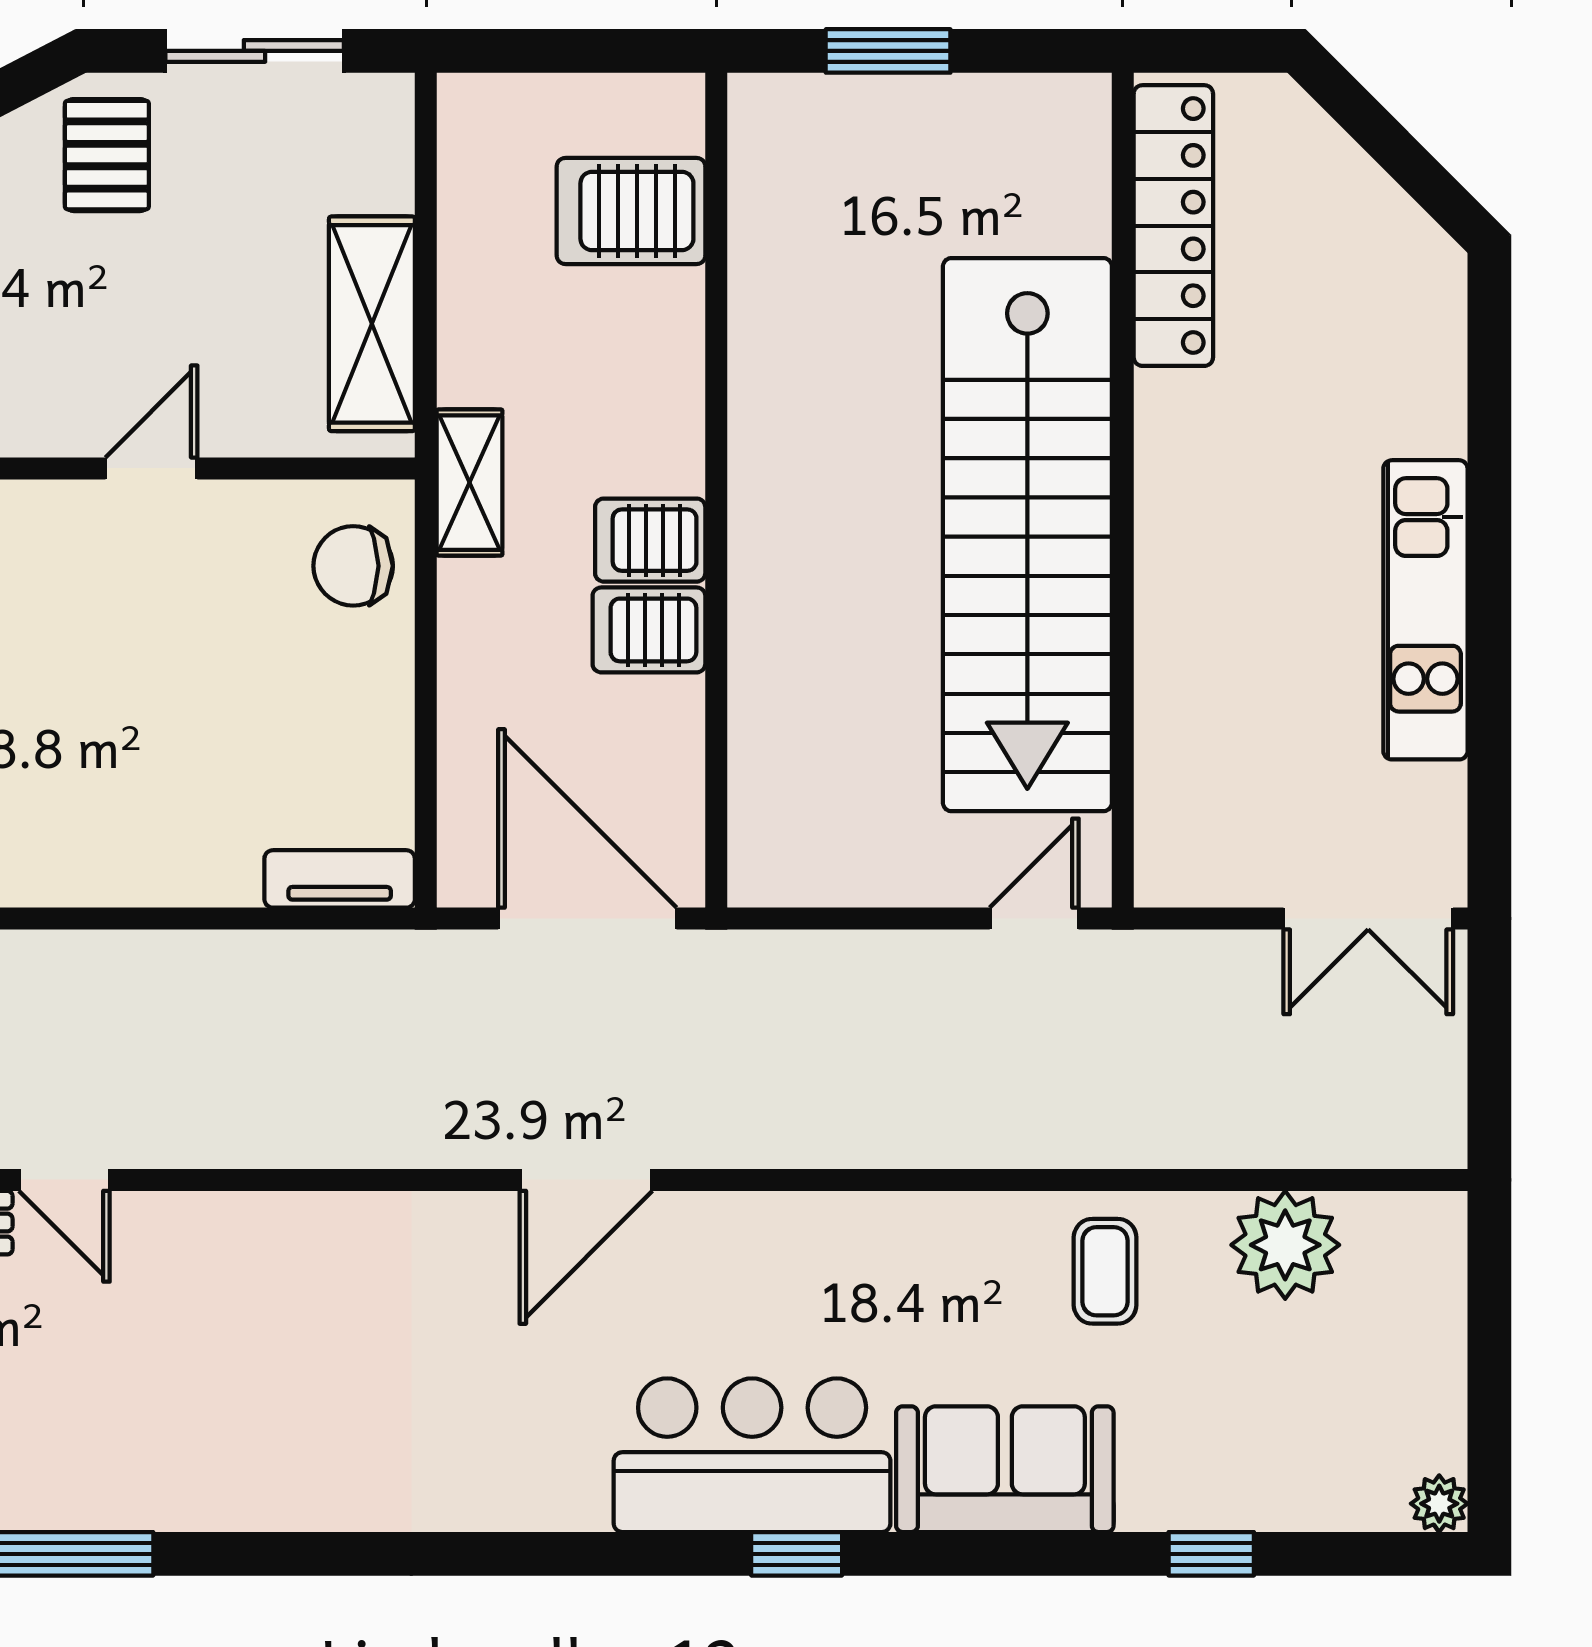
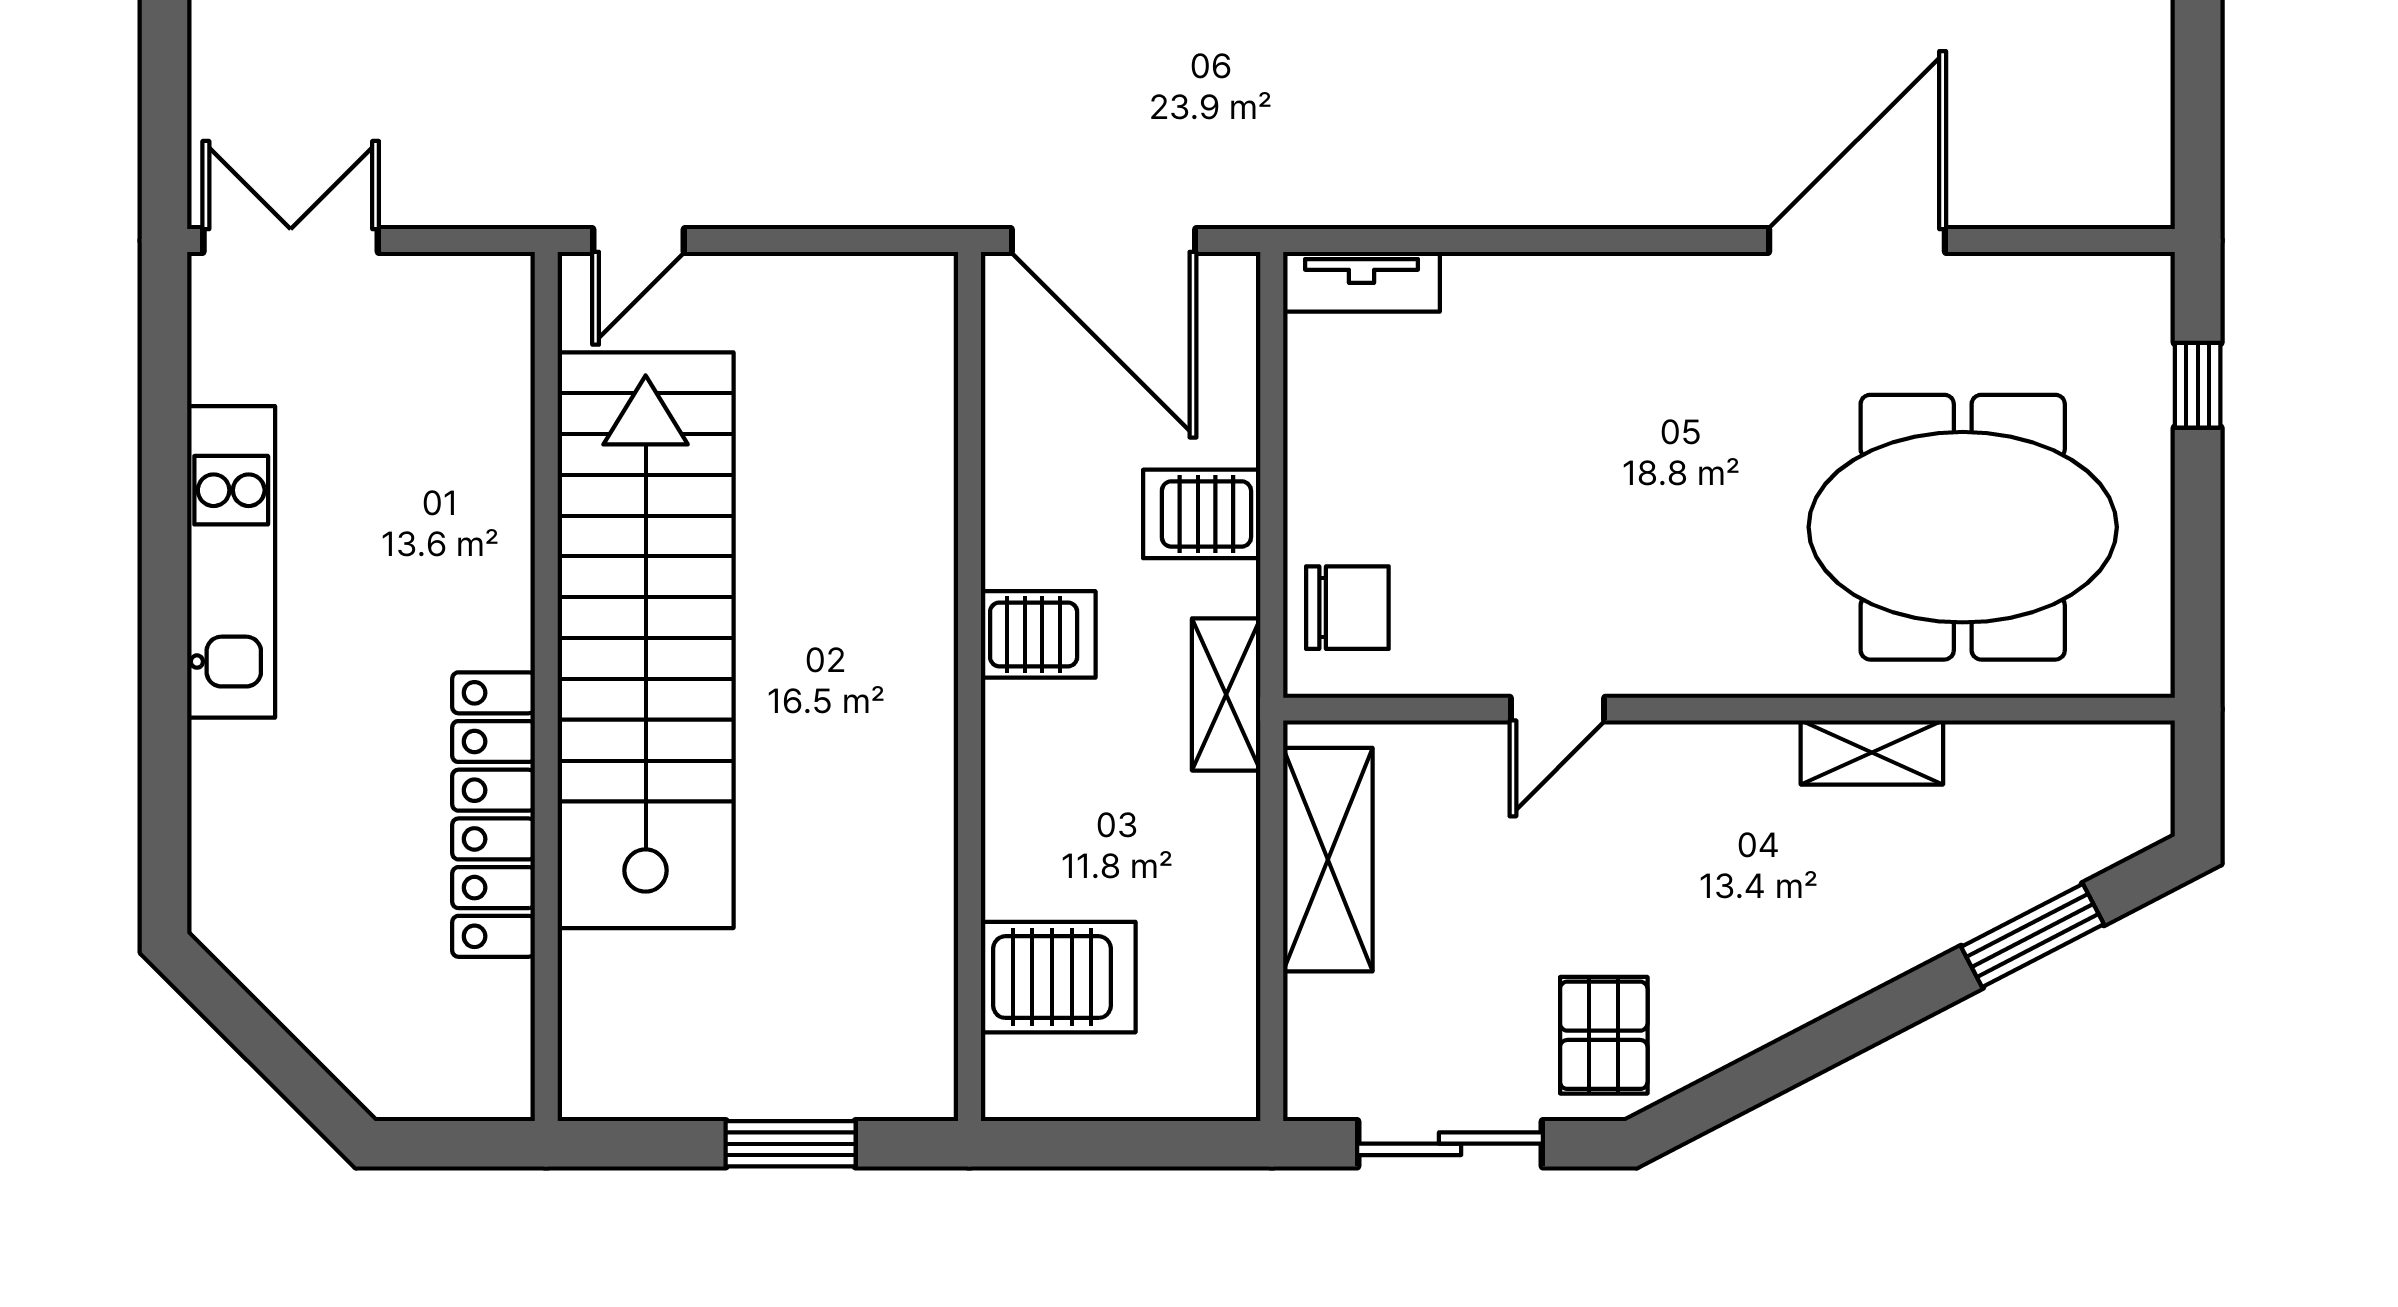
locker: (1173, 226) -> (494, 815), moved
server rack: (649, 630) -> (1202, 514), moved, turned 180

